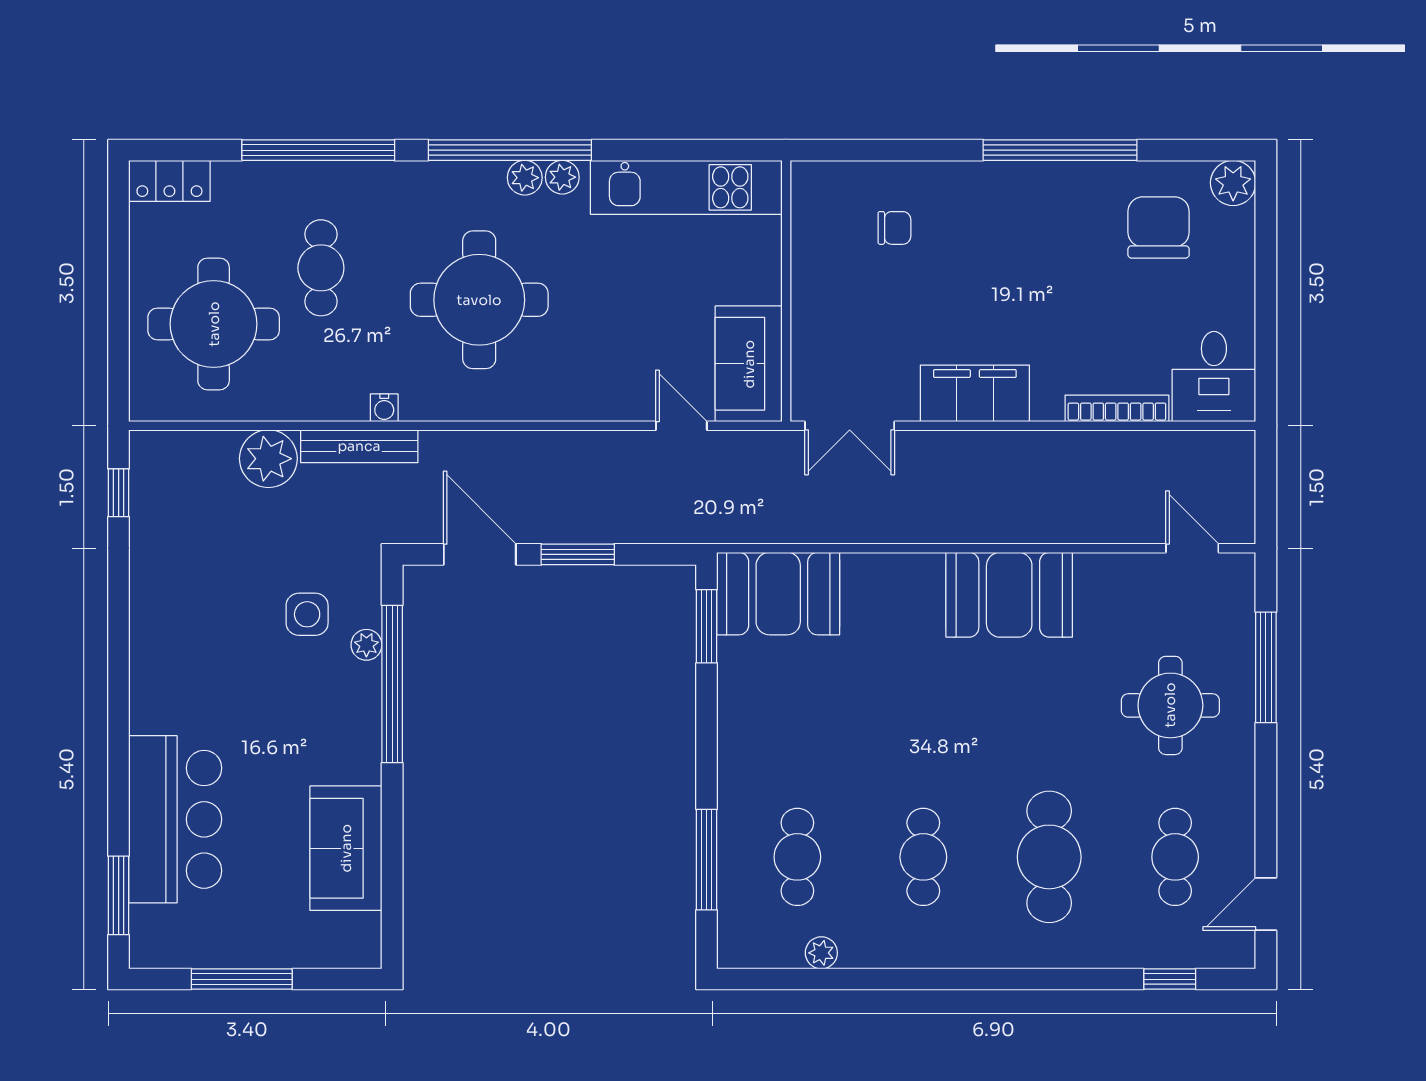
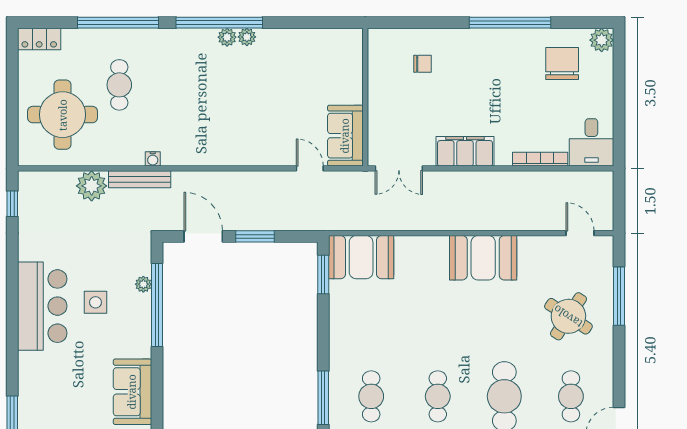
kitchen unit: (686, 187) -> (312, 42), removed
round table: (479, 300) -> (203, 102), removed
side table: (307, 614) -> (95, 302), moved
round table: (1170, 705) -> (568, 316), turned 33
bar counter: (175, 819) -> (42, 306), moved

